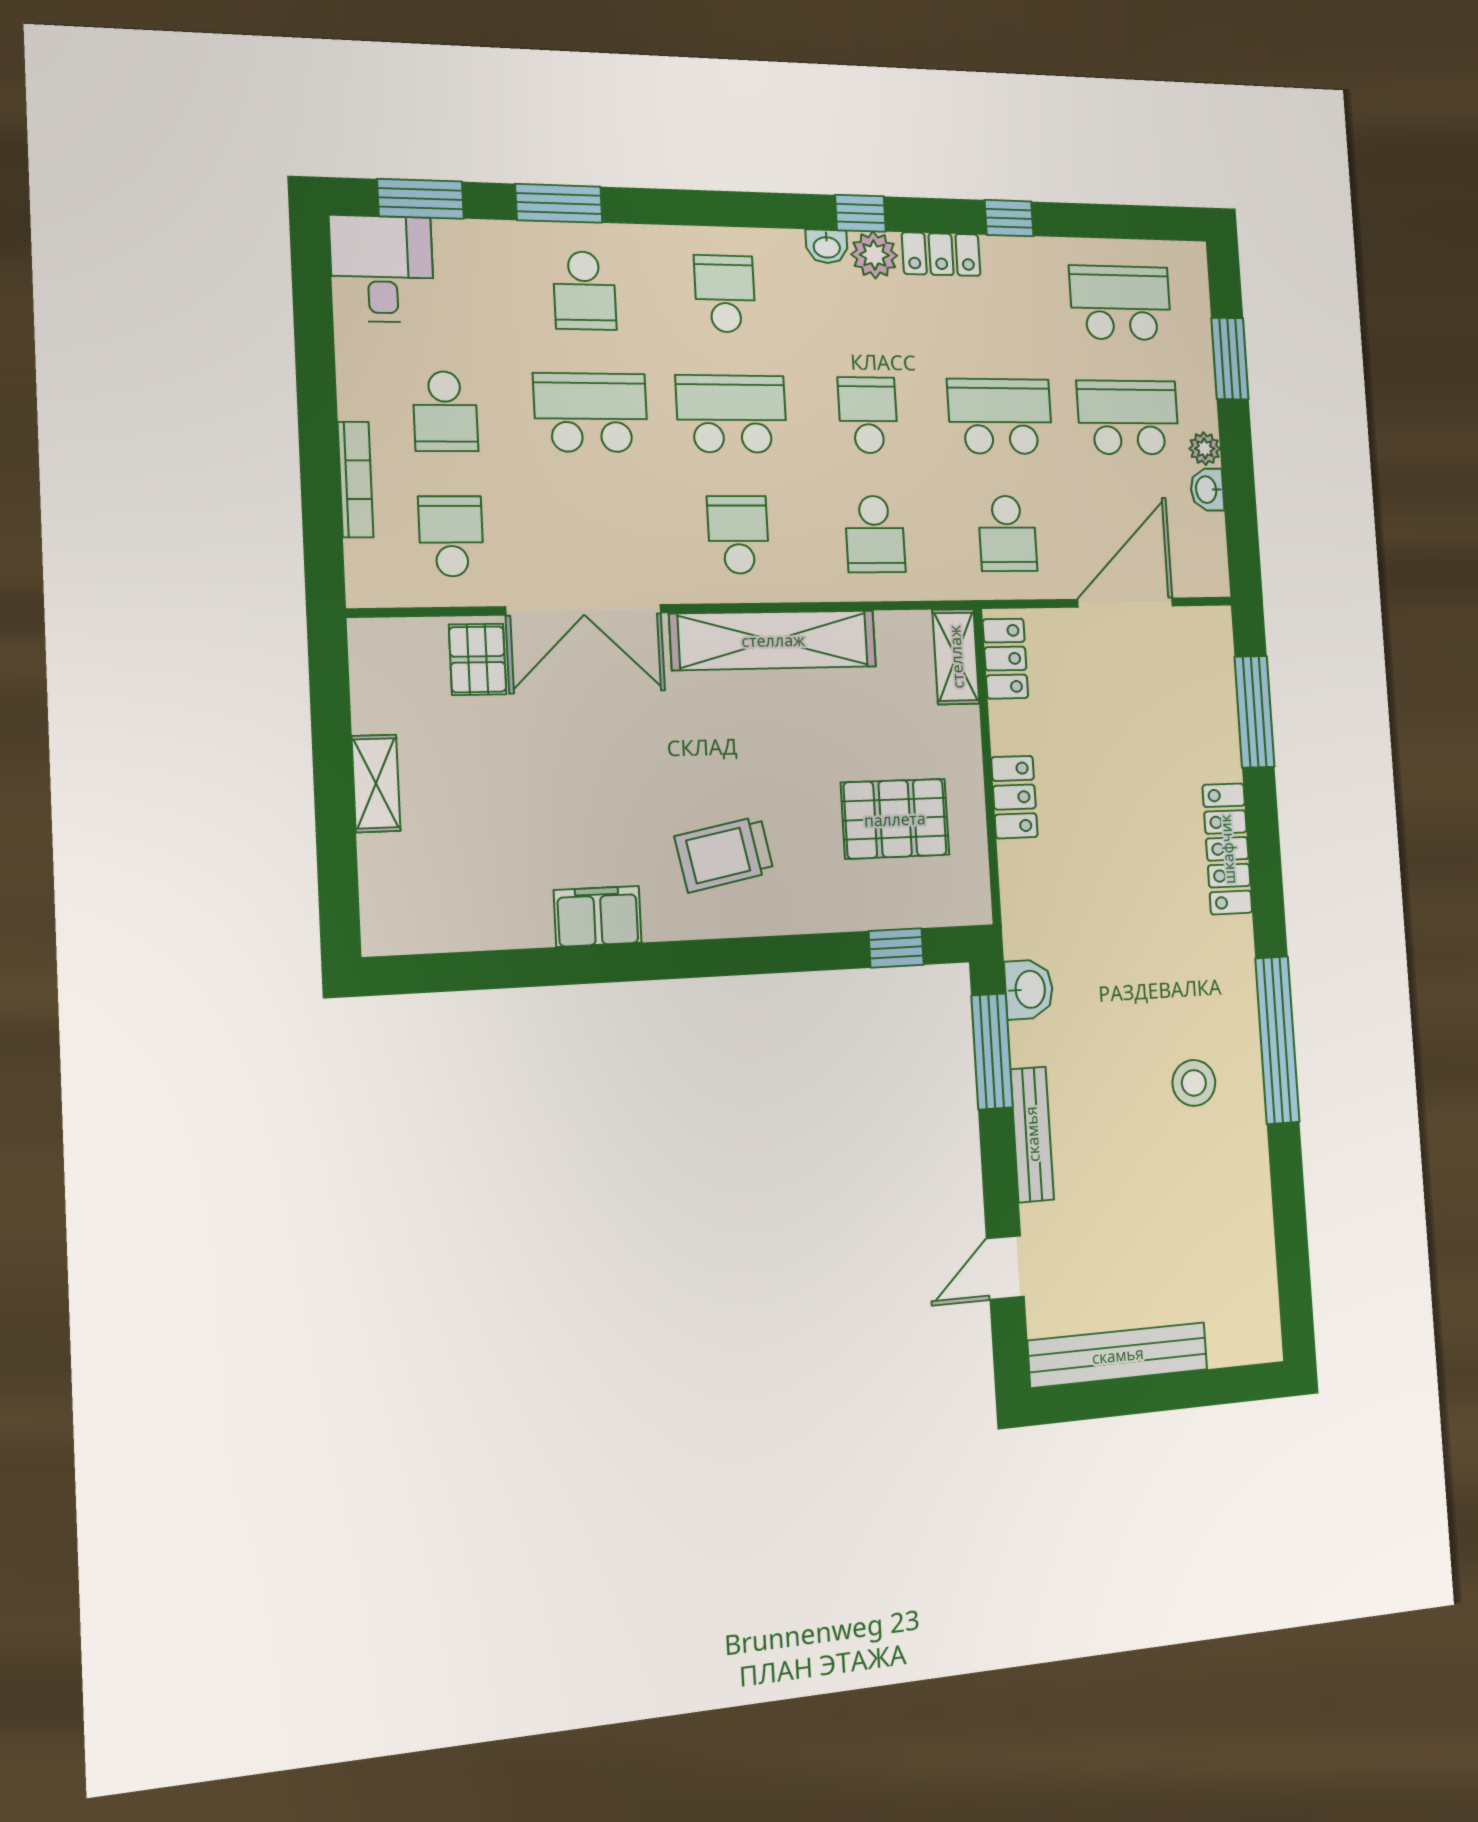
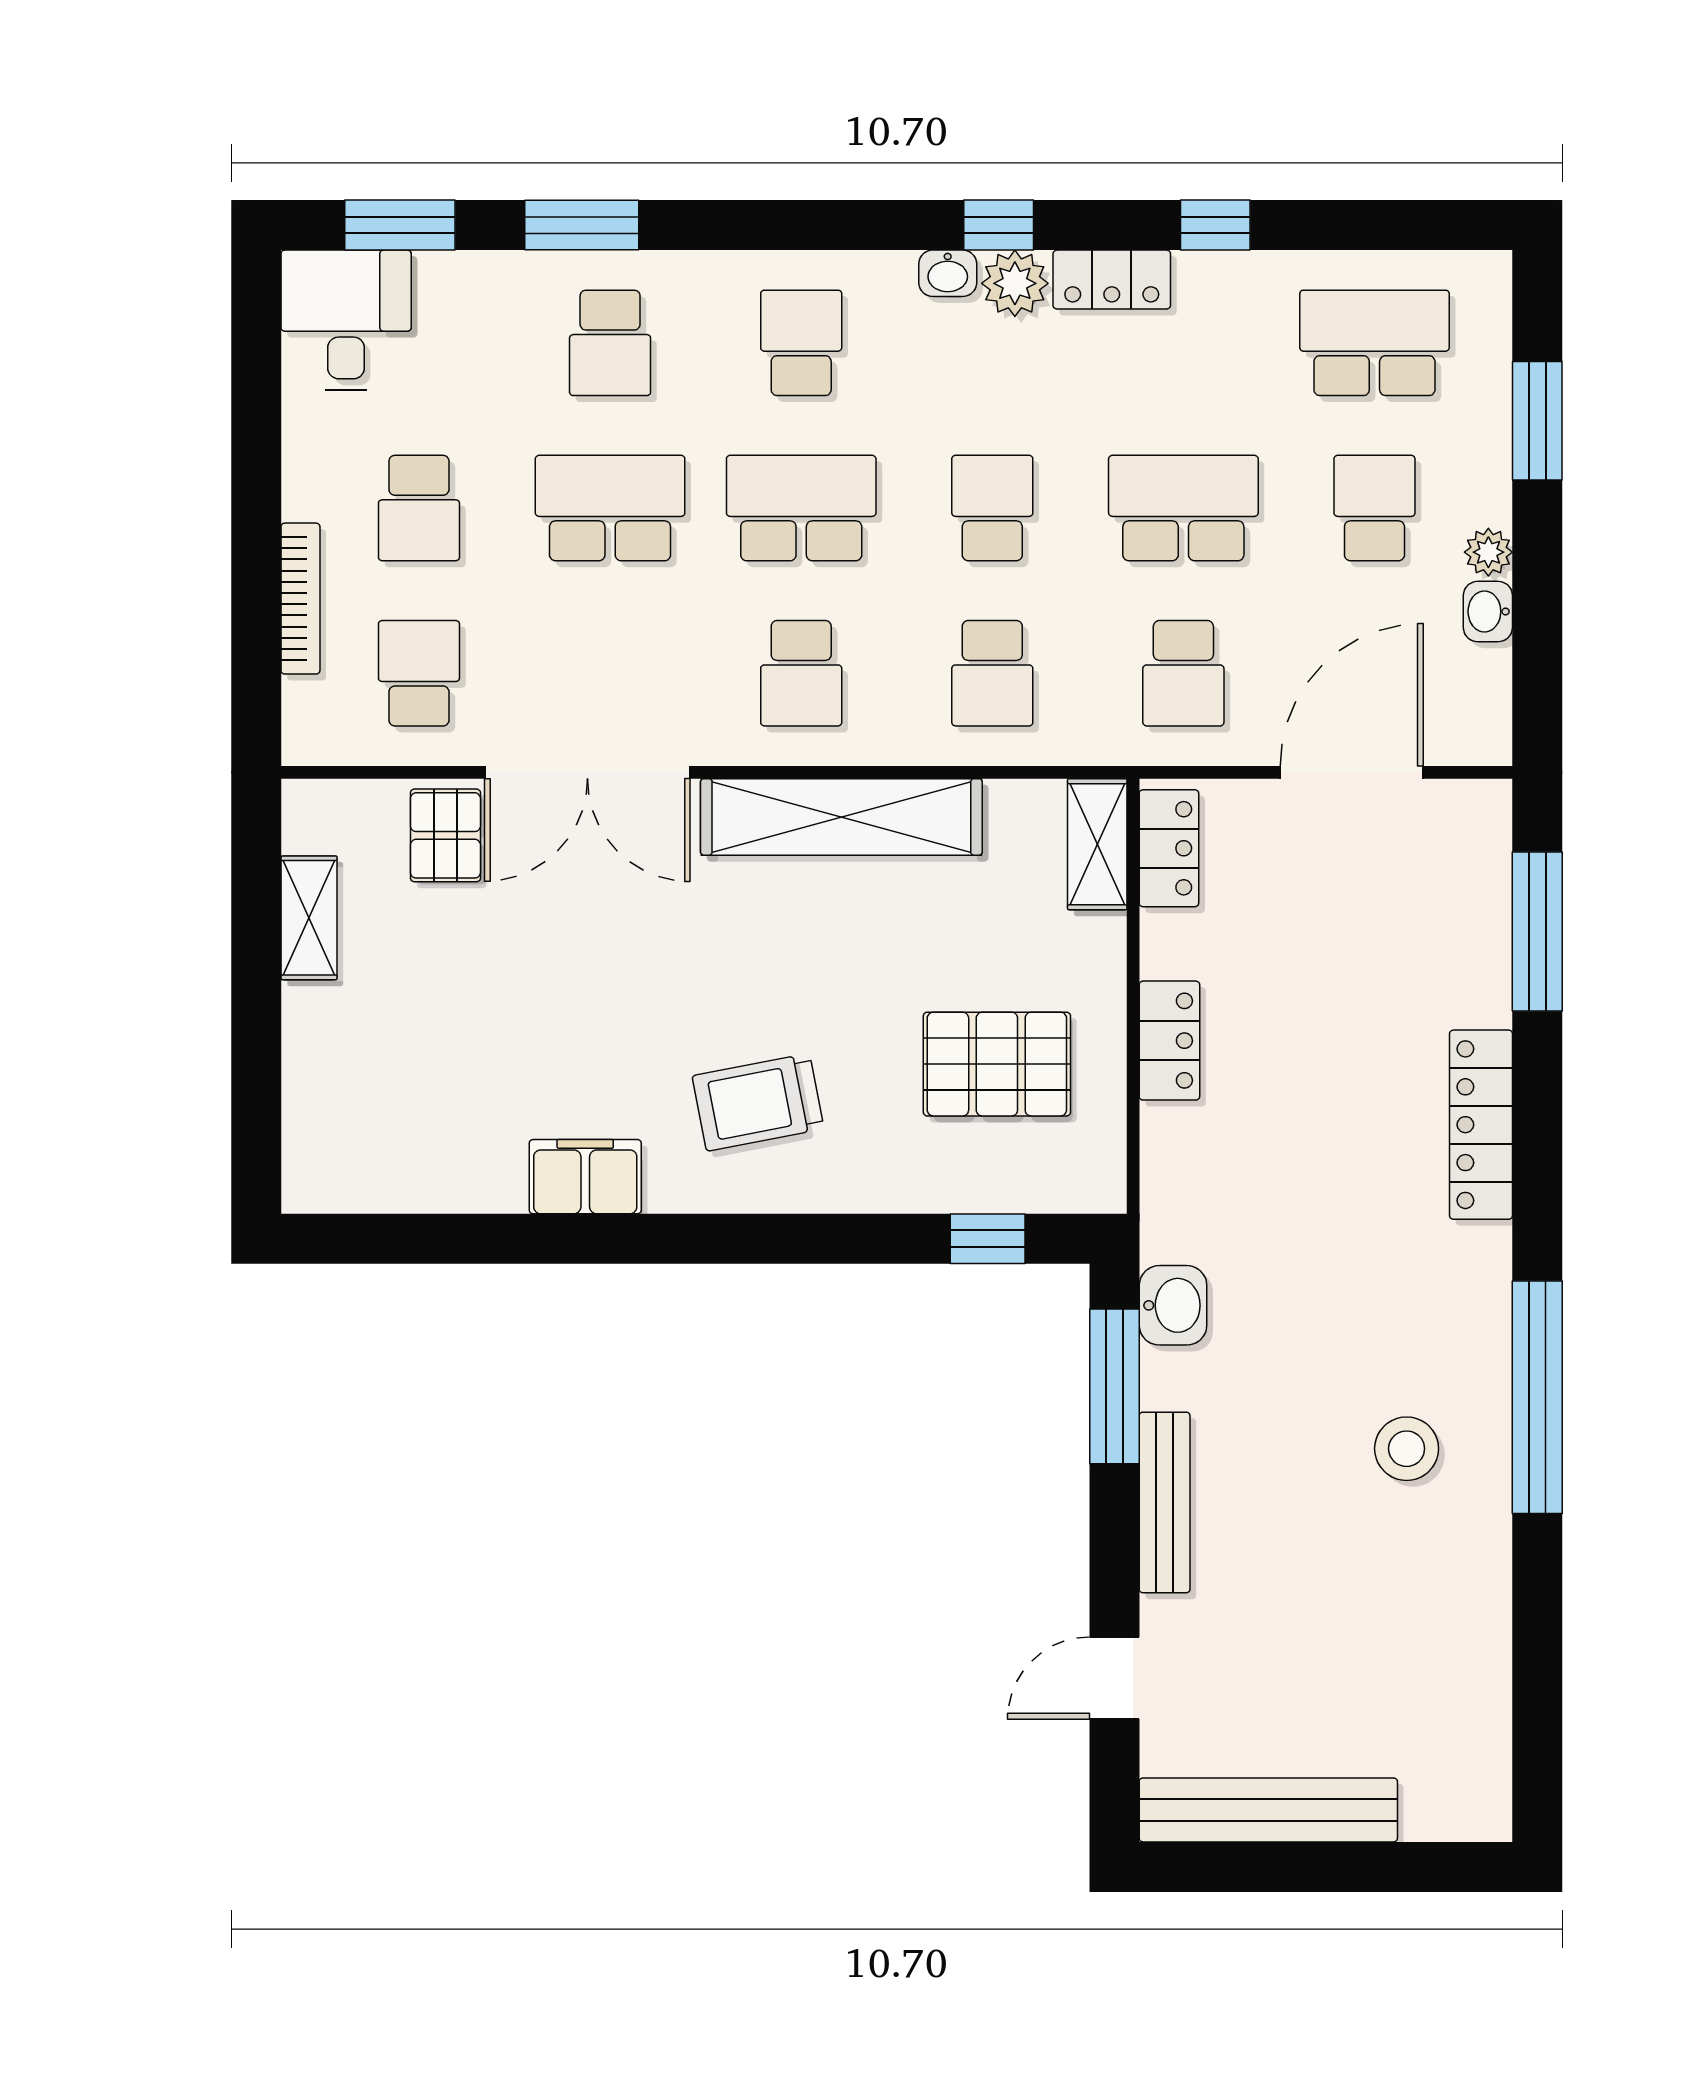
school desk: (1128, 417) -> (1374, 508), width x0.54
school desk: (738, 535) -> (801, 673), turned 180
shelving: (376, 783) -> (309, 918), moved

